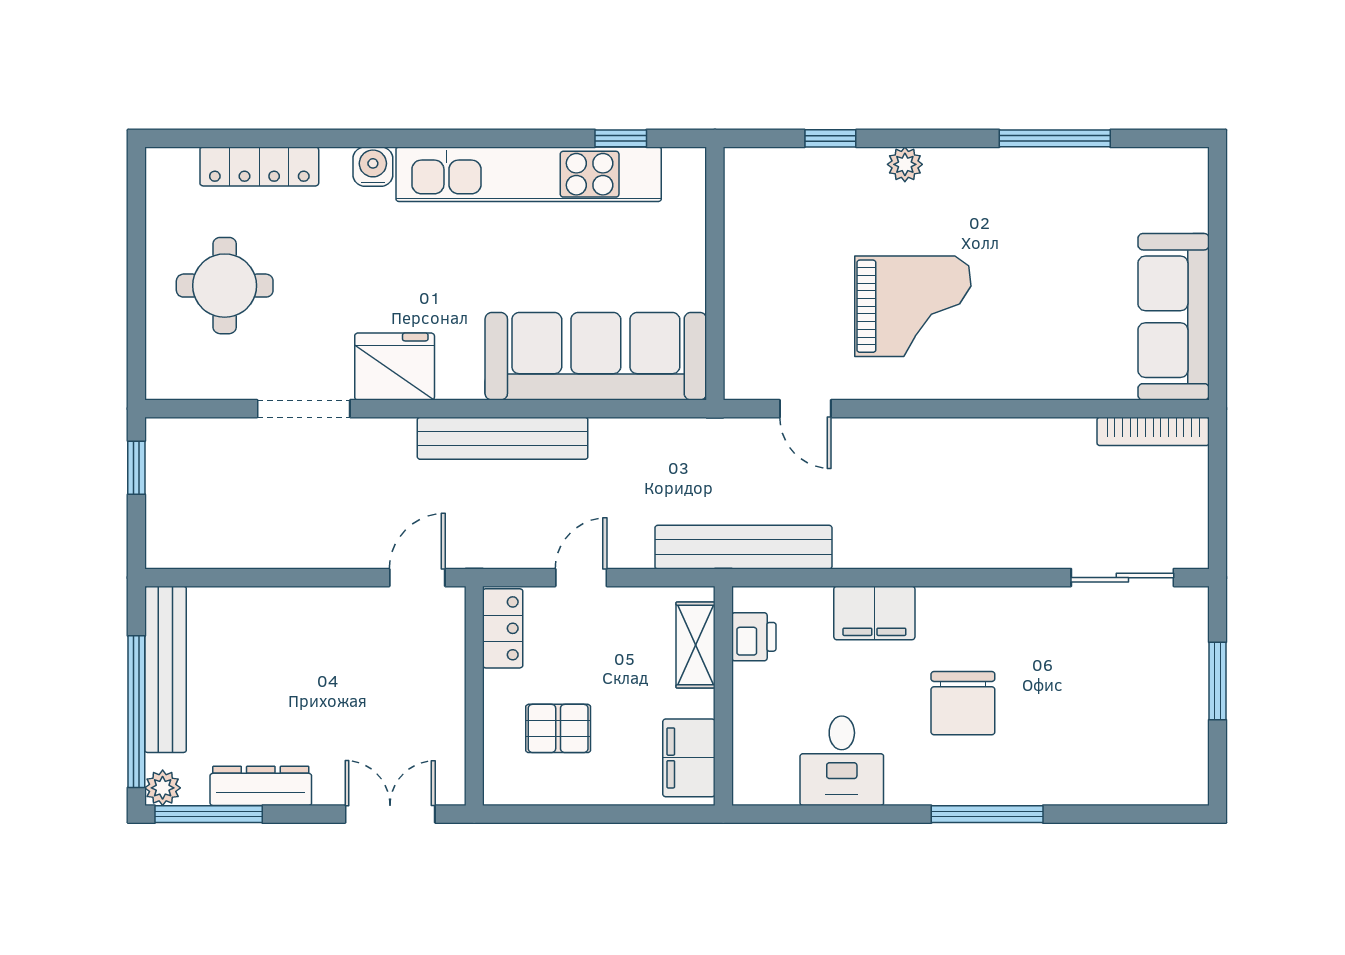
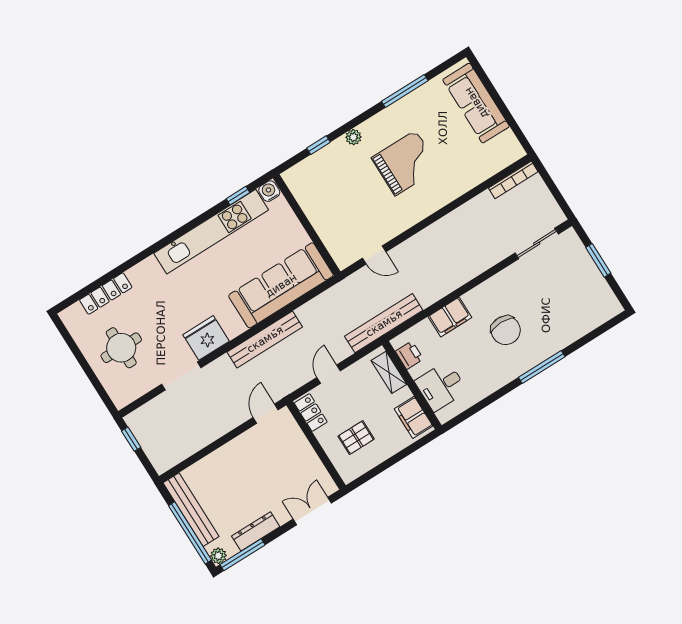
water cooler: (373, 167) -> (269, 191), moved
grand piano: (913, 306) -> (405, 163), moved
sofa: (1174, 317) -> (476, 103), moved
desk: (842, 761) -> (441, 386), moved, turned 90

